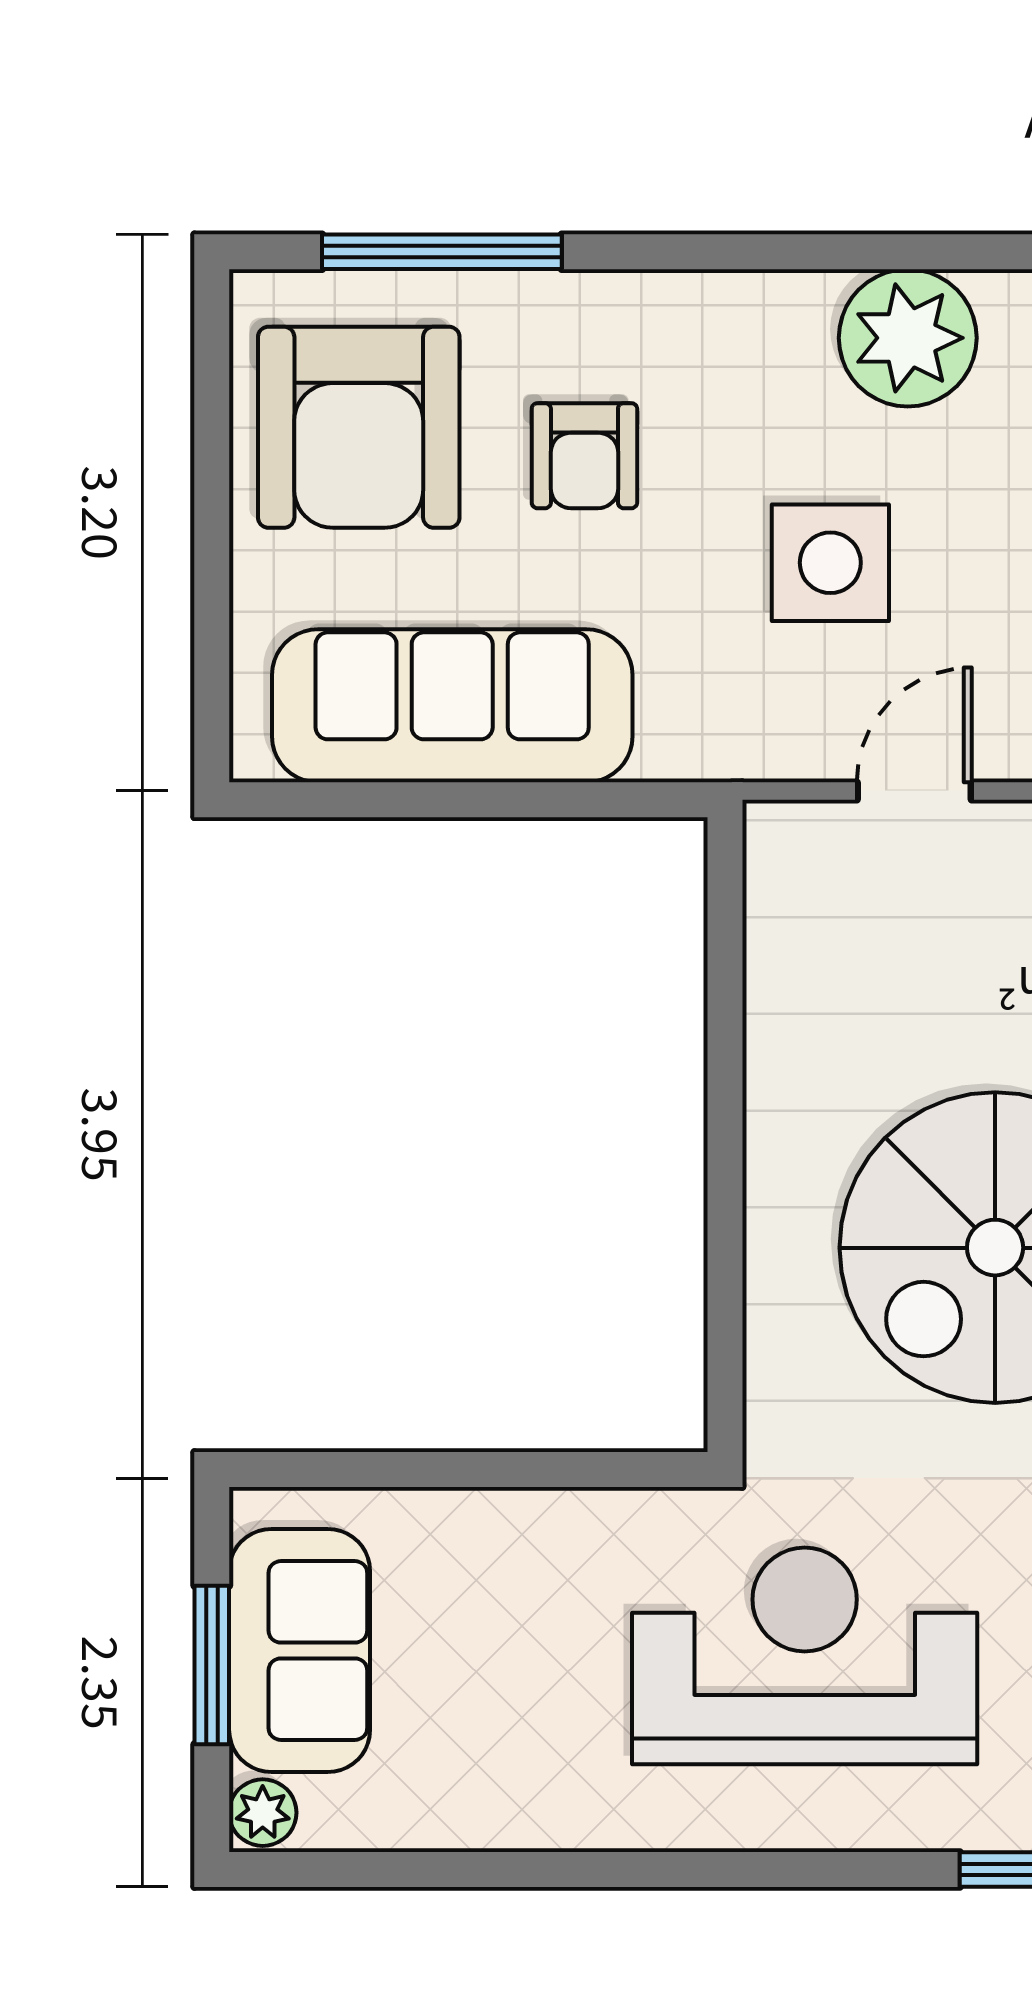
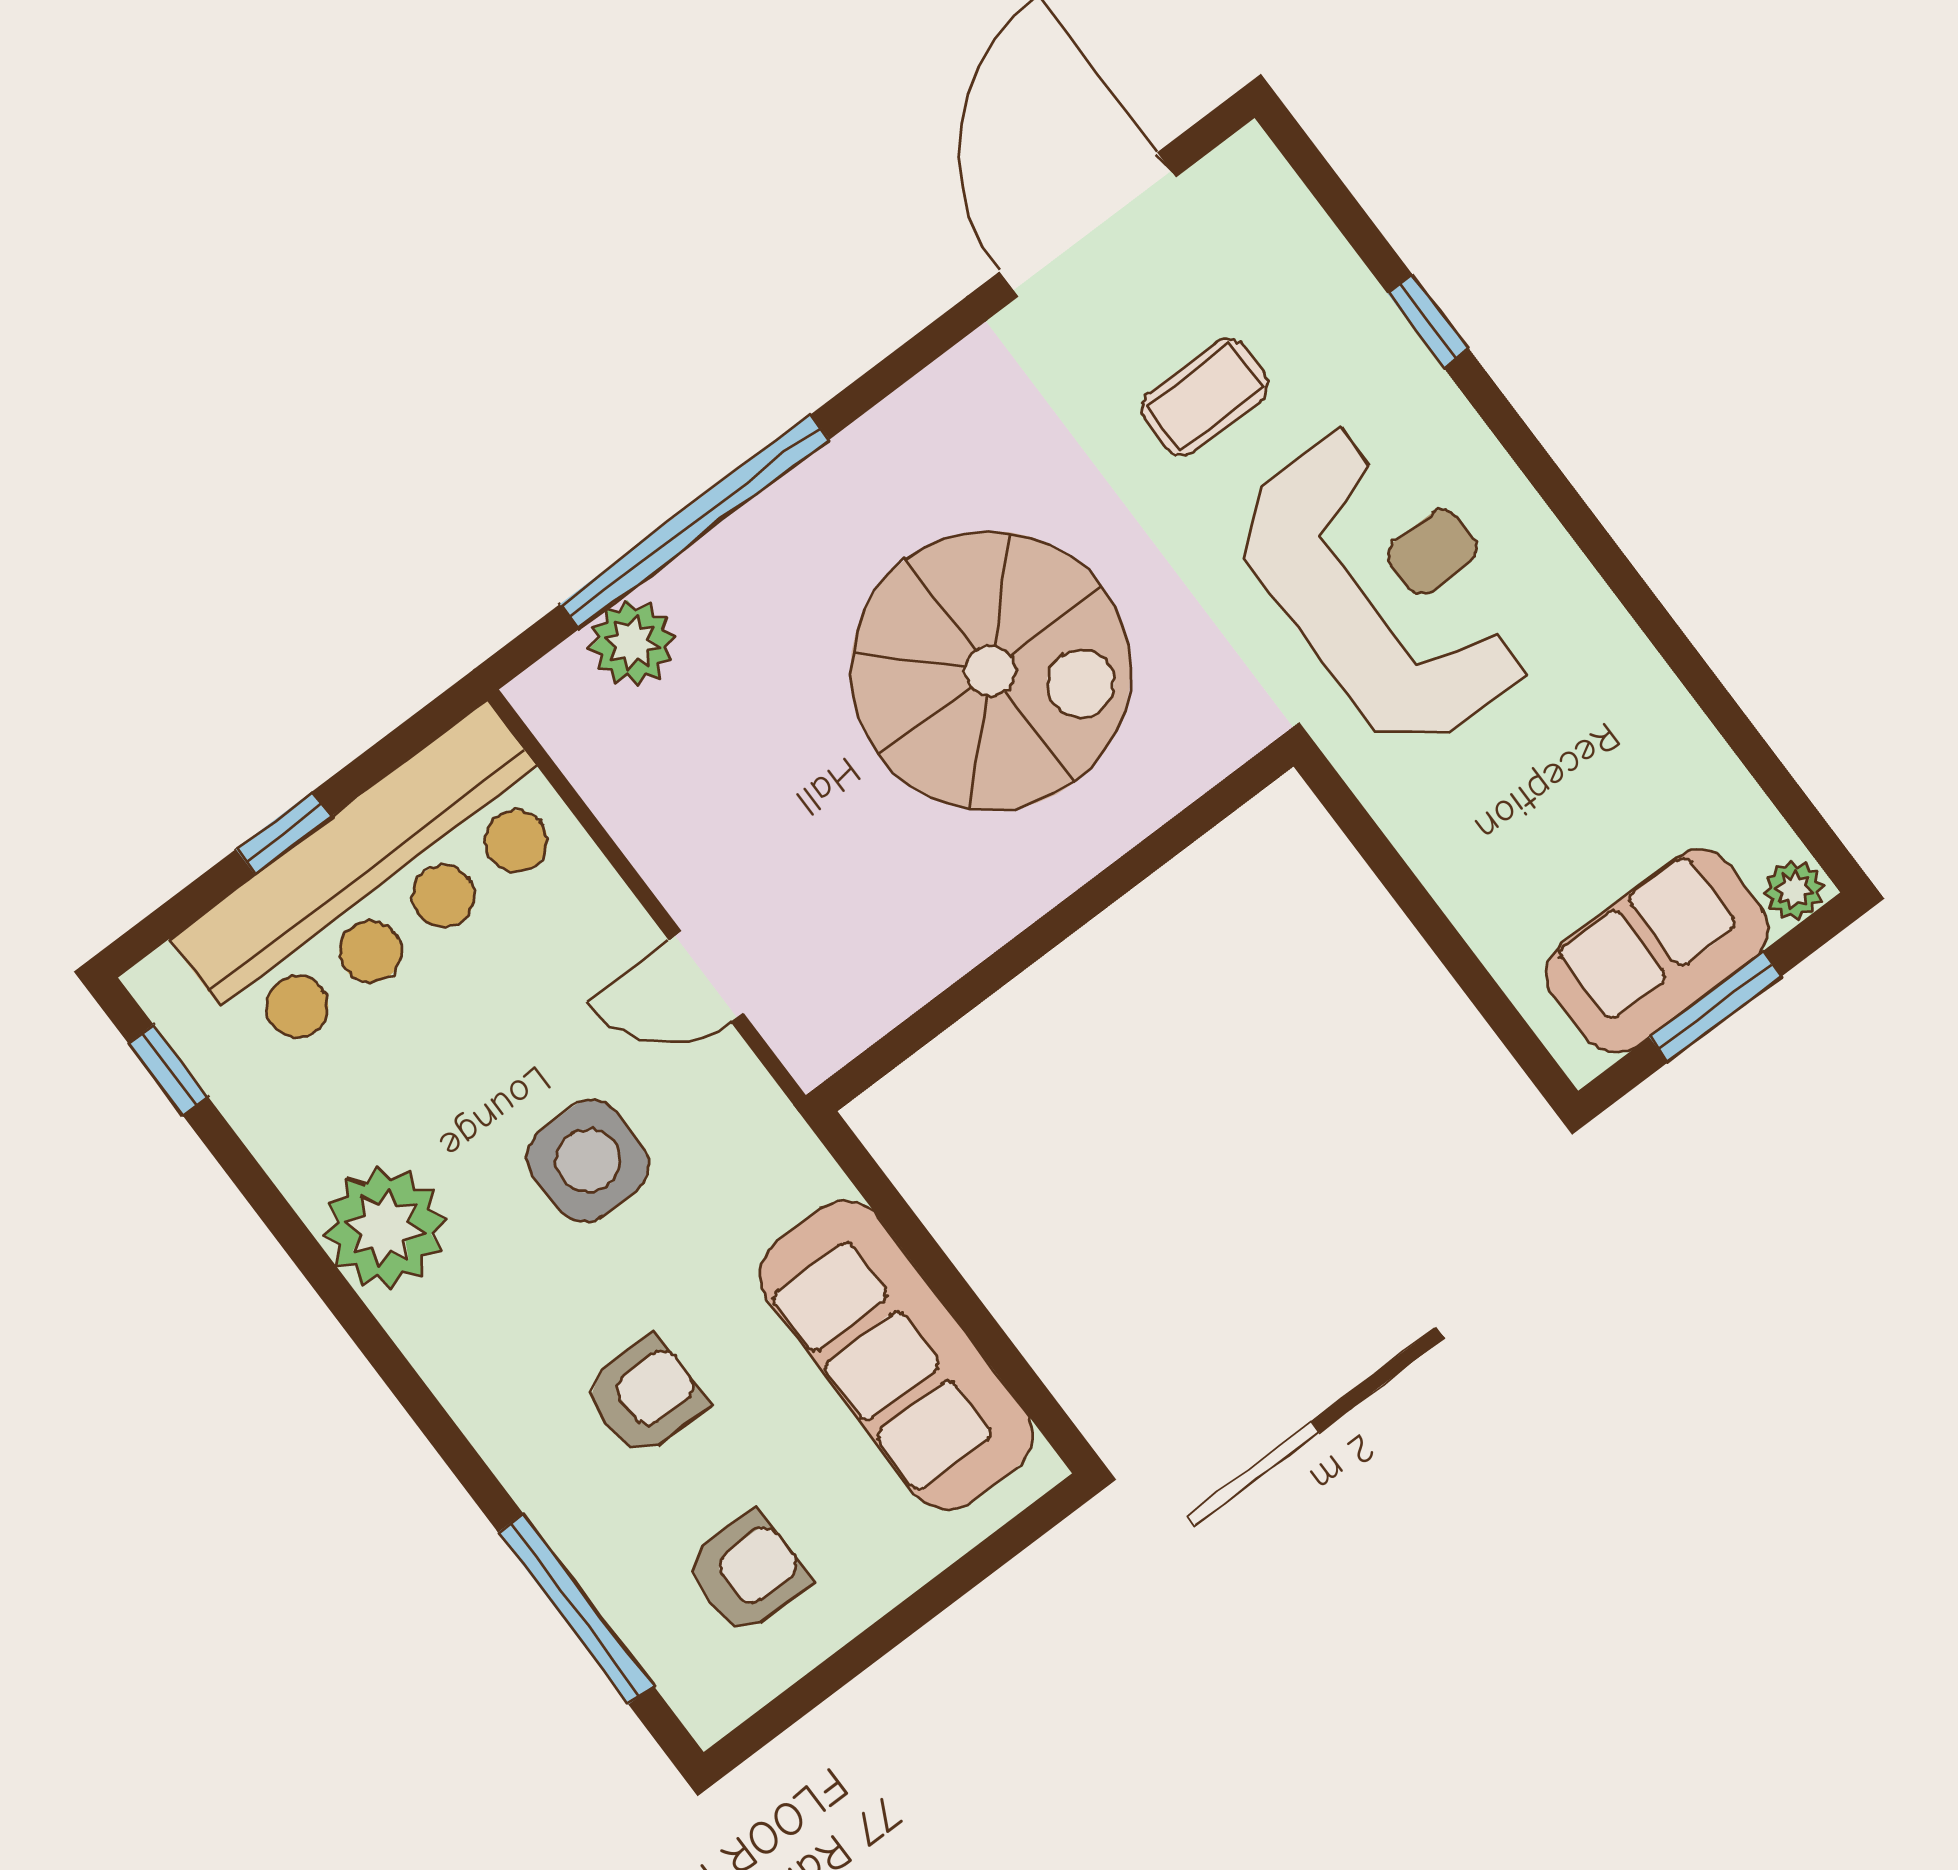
armchair: (359, 427) -> (747, 1573), width x0.53, depth x0.53
reception desk: (805, 1656) -> (1387, 586), turned 180

